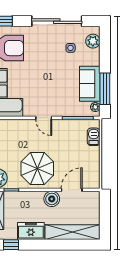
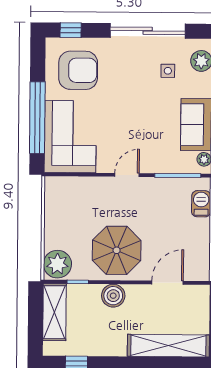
door: (44, 118) -> (127, 175), swing flipped
boiler: (52, 199) -> (113, 296), moved
freezer: (31, 231) -> (106, 343), removed

